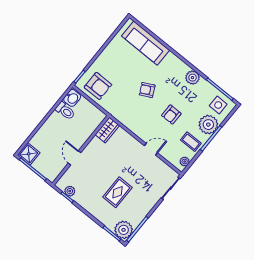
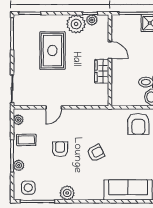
armchair: (98, 86) -> (138, 124), turned -90
plant: (208, 125) -> (19, 165), width x0.53, depth x0.53
wardrobe: (107, 130) -> (102, 71), moved
rug: (118, 192) -> (52, 51), width x1.36, depth x1.43
plant: (124, 230) -> (76, 24), moved

